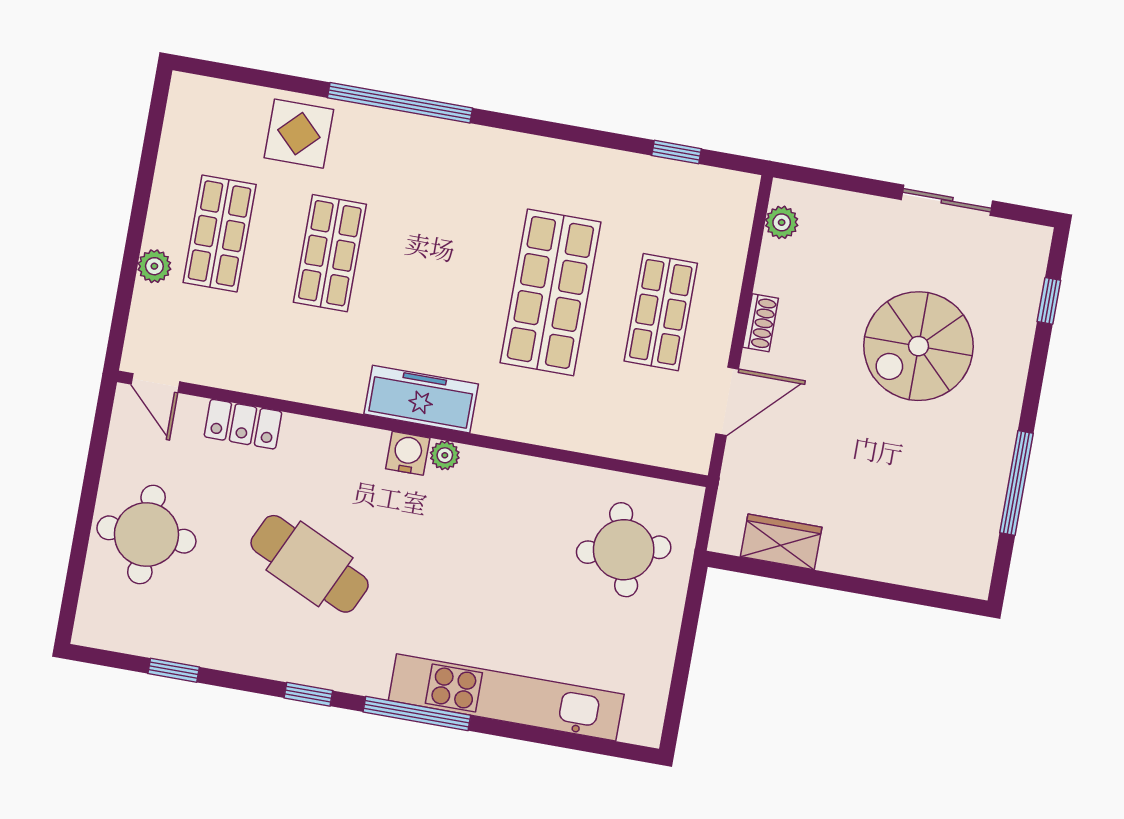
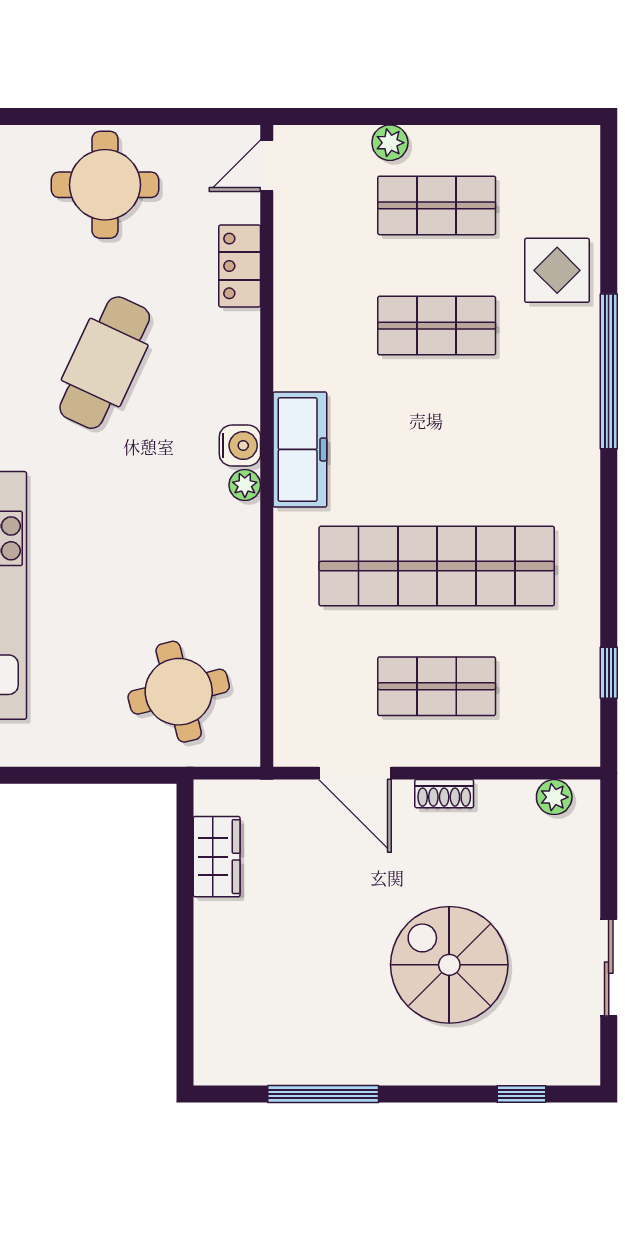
shop shelf: (550, 292) -> (437, 566), width x1.40

